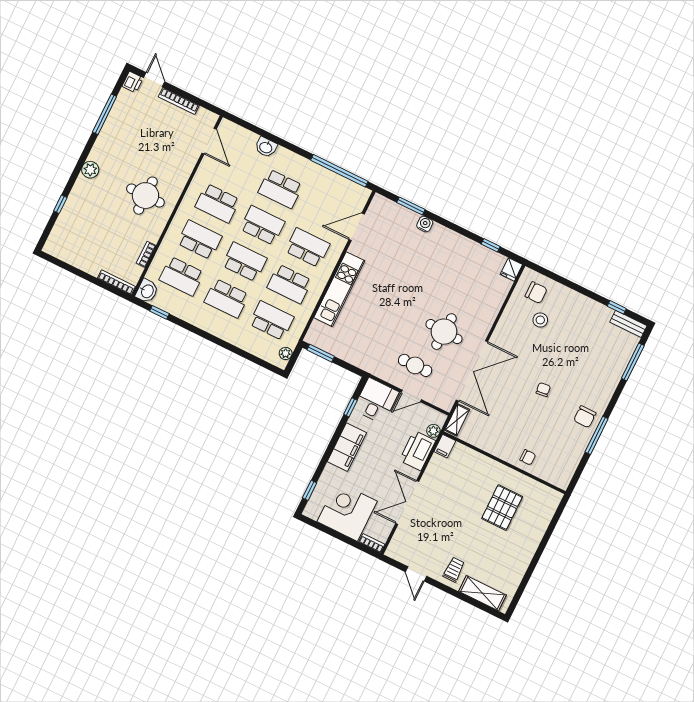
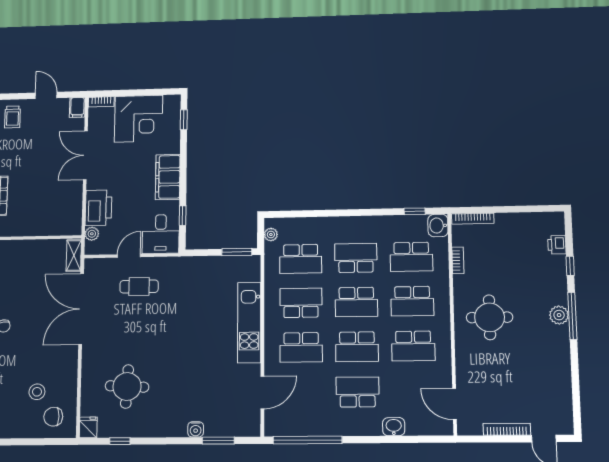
printer: (133, 82) -> (557, 245), moved
window: (105, 114) -> (572, 316), moved
school desk: (218, 203) -> (413, 346), turned 180
school desk: (182, 276) -> (411, 257), turned 180
round table: (444, 332) -> (127, 386), moved
filing cabinet: (445, 446) -> (77, 107), moved, turned 180
double door: (407, 502) -> (85, 155), swing flipped

